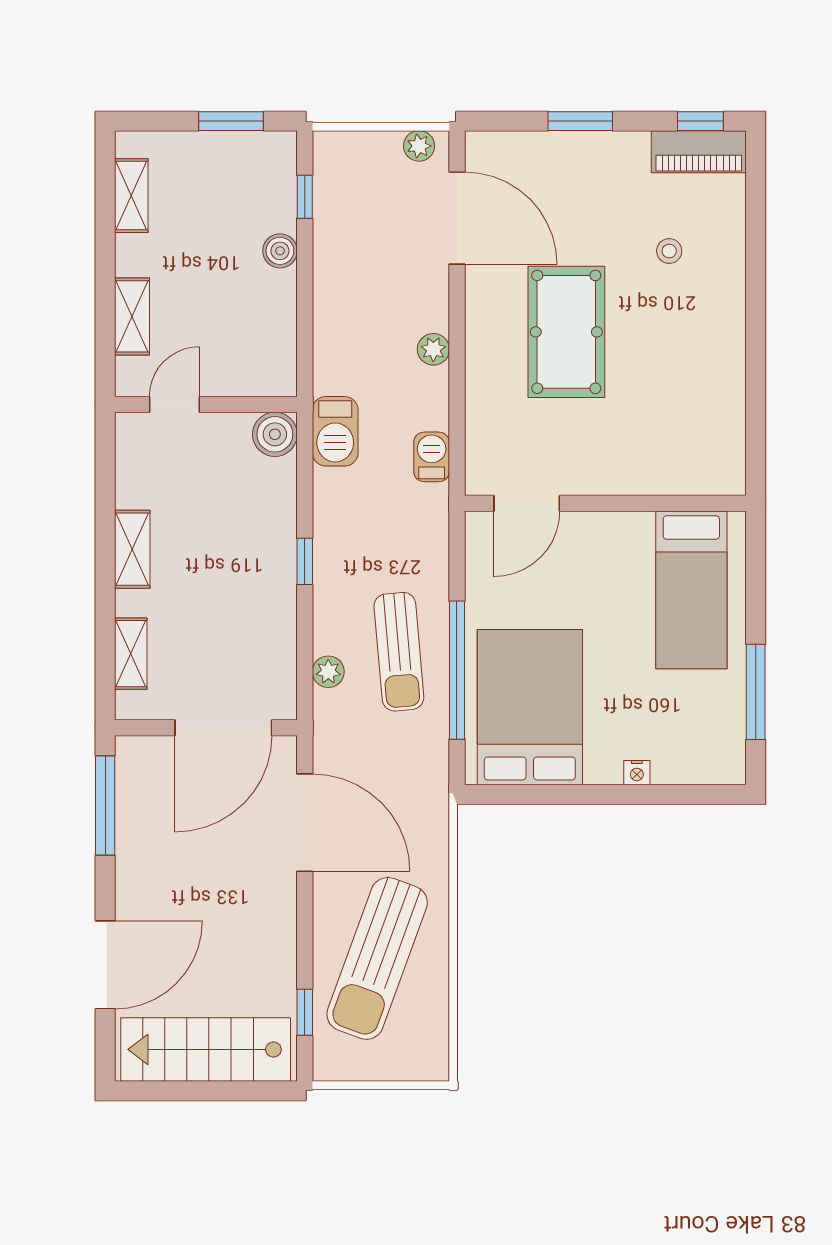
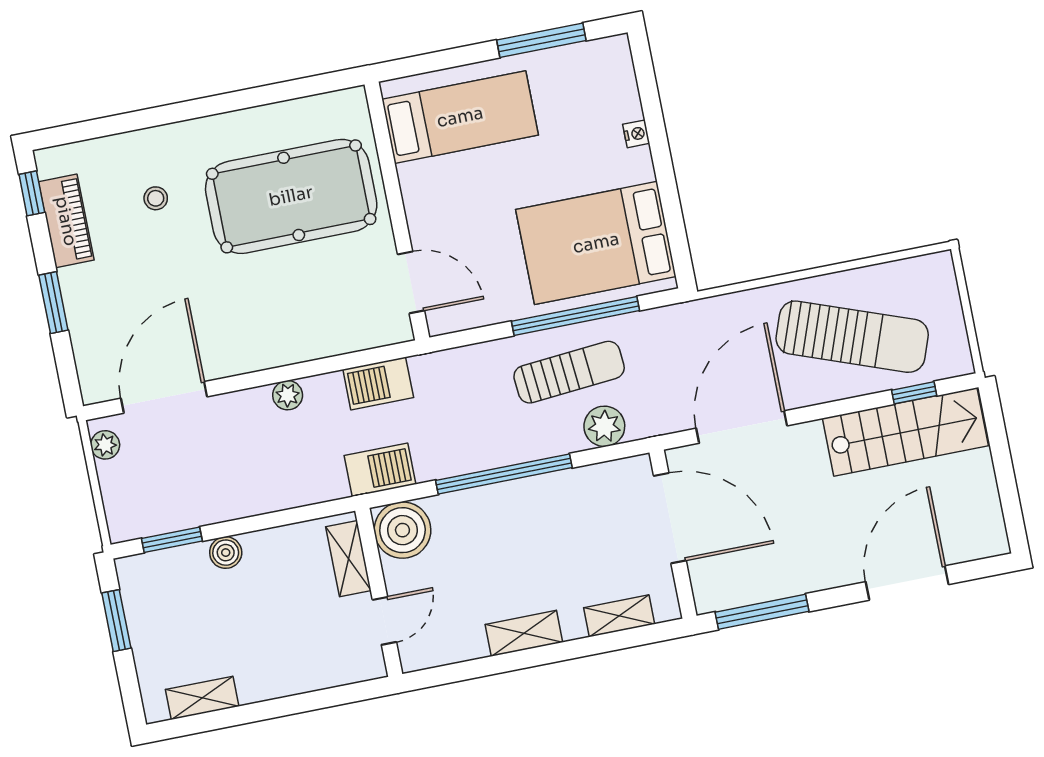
piano: (699, 152) -> (66, 221), moved
window: (305, 197) -> (172, 540), width x1.50
shelving: (132, 316) -> (348, 559), moved, turned 90
pool table: (566, 332) -> (291, 196), moved, width x1.36, depth x1.32
door: (175, 404) -> (384, 621), swing flipped
boiler: (275, 434) -> (402, 530), width x1.37, depth x1.37
barbecue: (432, 457) -> (378, 383), width x1.38, depth x1.27
window: (305, 561) -> (504, 474), width x3.17
plant: (328, 672) -> (604, 426), width x1.38, depth x1.38
door: (105, 965) -> (907, 583), hinge flipped
stairs: (206, 1049) -> (905, 432), moved, turned -90

